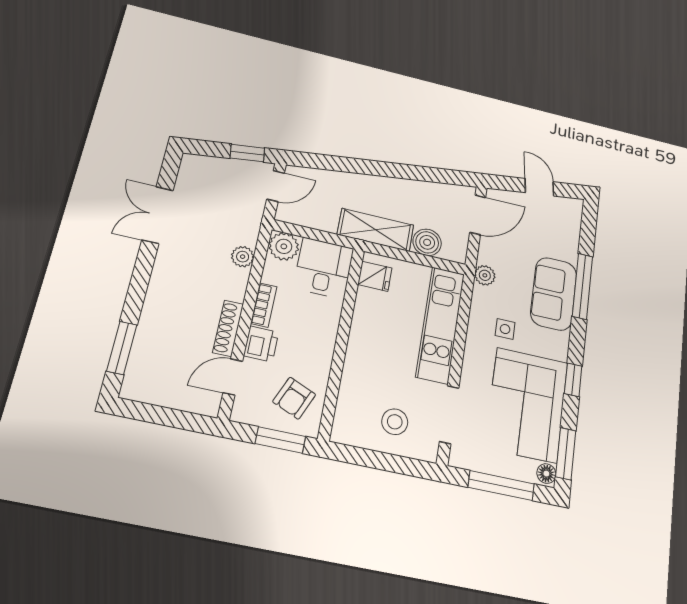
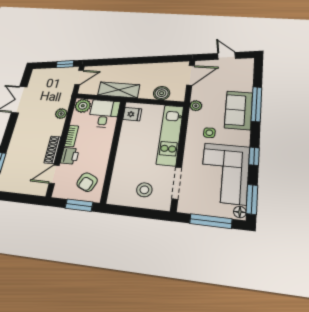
shelving: (376, 230) -> (119, 90), moved

